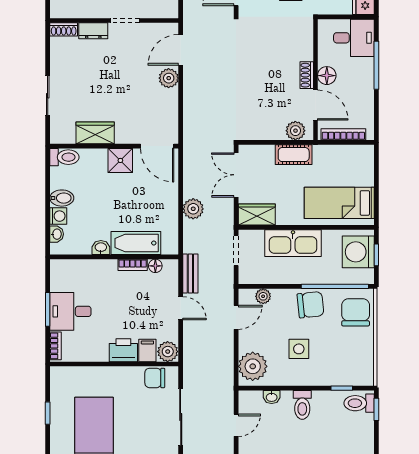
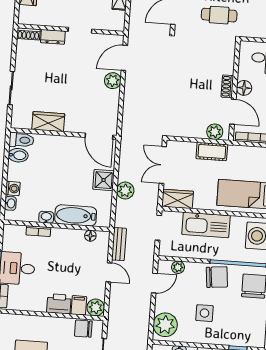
shower: (120, 160) -> (104, 180), moved
bidet: (62, 198) -> (18, 155), moved
bookcase: (133, 265) -> (38, 231), moved

